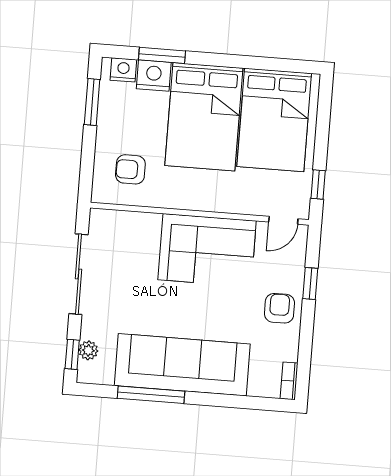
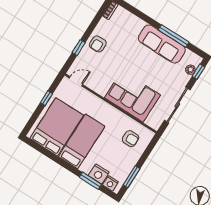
bed: (204, 117) -> (82, 141), width x0.67
window: (318, 185) -> (46, 98), moved
corner sofa: (207, 250) -> (132, 96), moved
sofa: (182, 365) -> (162, 44), width x0.74, depth x0.79

